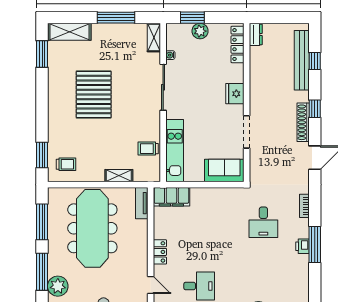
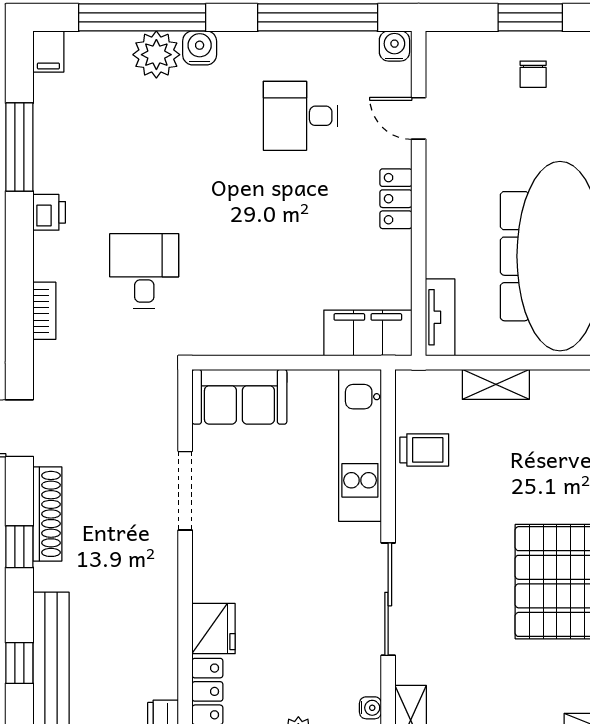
water cooler: (170, 55) -> (370, 708), moved
fridge: (235, 94) -> (214, 629), moved
window: (315, 244) -> (19, 147), moved

